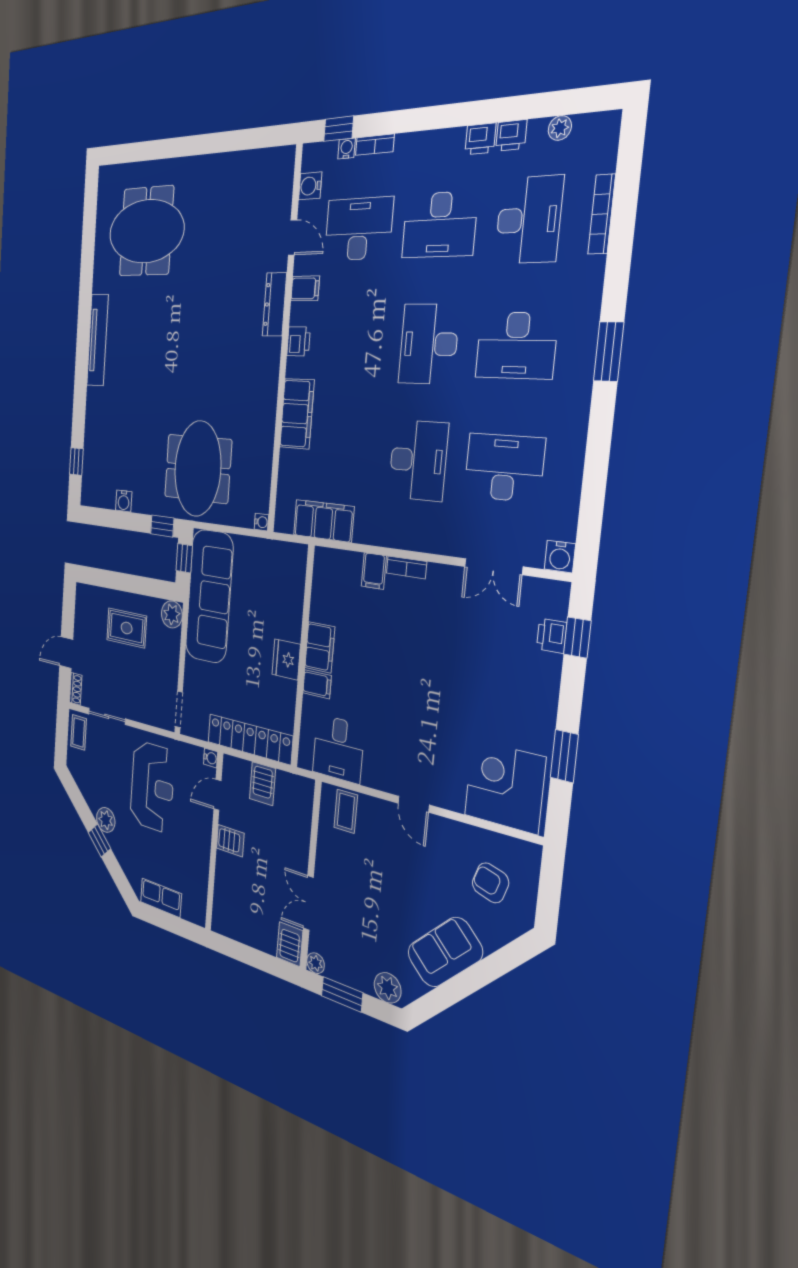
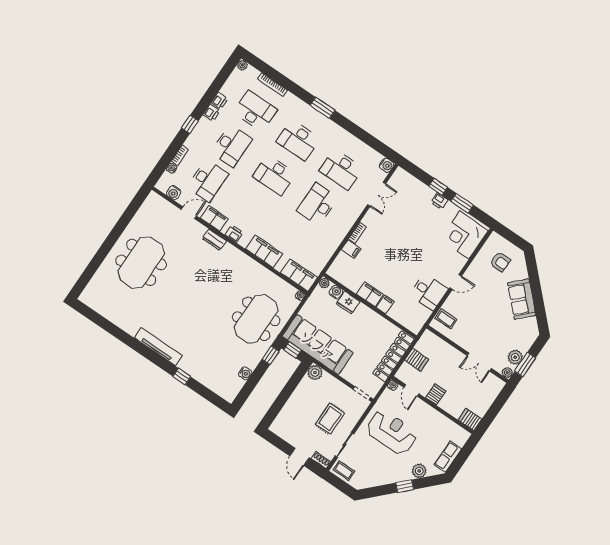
plant: (560, 128) -> (242, 65), moved
window: (339, 129) -> (190, 124), moved
desk: (358, 229) -> (208, 181), turned 180
meeting table: (146, 231) -> (141, 262), moved
filing cabinet: (305, 288) -> (214, 218), width x2.00
dresser: (274, 304) -> (214, 240), width x0.70
desk: (516, 345) -> (298, 140), turned 90
desk: (418, 460) -> (317, 204), turned -90
window: (76, 461) -> (182, 376), moved
desk: (504, 468) -> (341, 170), turned -90
meeting table: (198, 469) -> (256, 319), turned 90
filing cabinet: (323, 521) -> (299, 275), moved, turned 90
plant: (299, 554) -> (324, 283), added
water cooler: (295, 583) -> (336, 292), added
rug: (127, 628) -> (330, 419), moved
printer: (552, 636) -> (439, 201), moved
window: (577, 638) -> (438, 187), moved
fridge: (286, 659) -> (348, 303), moved
desk: (338, 749) -> (429, 292), moved
plant: (106, 820) -> (419, 471), moved
armchair: (491, 883) -> (500, 262), turned -107
server rack: (290, 944) -> (470, 419), moved
plant: (388, 988) -> (515, 357), moved

